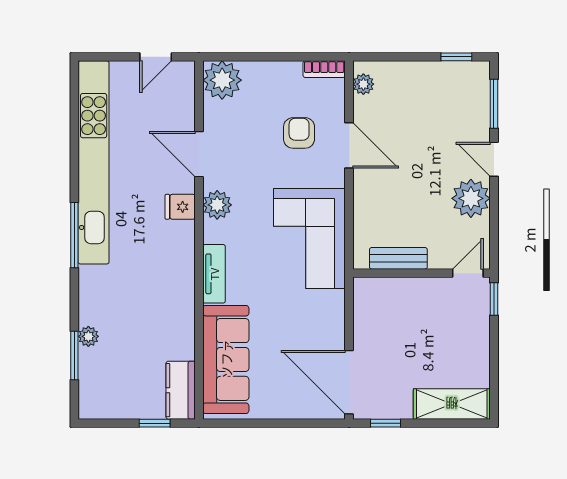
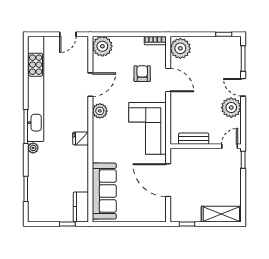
plant: (363, 84) -> (180, 48), width x1.87, depth x1.87
door: (199, 154) -> (90, 85), swing flipped
fridge: (180, 207) -> (81, 138), moved
tv unit: (214, 274) -> (98, 147), removed
plant: (88, 336) -> (33, 148), moved
door: (349, 382) -> (168, 180), moved

